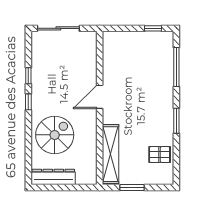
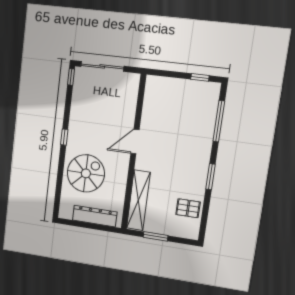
window: (28, 76) -> (71, 77), moved
dresser: (53, 177) -> (95, 216), moved

